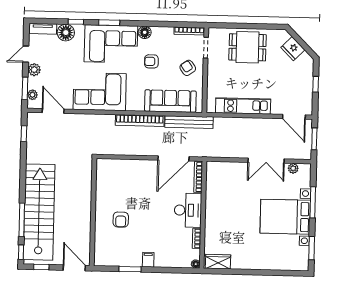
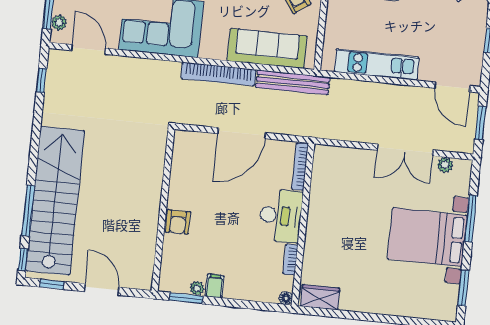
door: (174, 158) -> (242, 133), moved
wall: (93, 212) -> (163, 210), moved
plant: (137, 262) -> (197, 288), added

